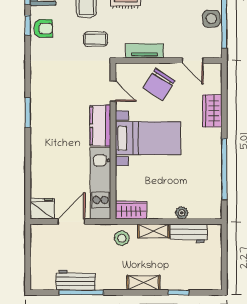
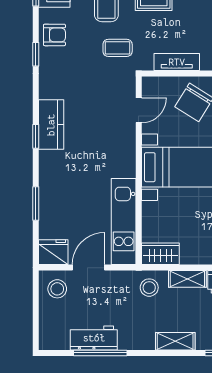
window: (28, 25) -> (36, 54), moved
door: (113, 91) -> (139, 110), hinge flipped
window: (28, 113) -> (36, 136), width x0.67
kitchen counter: (100, 126) -> (51, 125), moved, turned 180
window: (28, 168) -> (36, 203), added
stool: (45, 239) -> (57, 289), added

